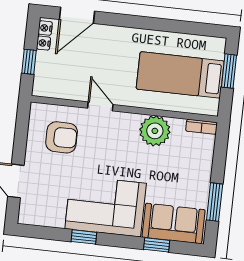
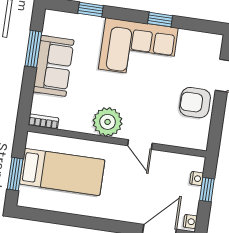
nightstand: (43, 43) -> (197, 178), moved
plant: (155, 131) -> (108, 122), moved
armchair: (62, 137) -> (195, 103), moved
sofa: (174, 223) -> (53, 66), moved, turned -90

